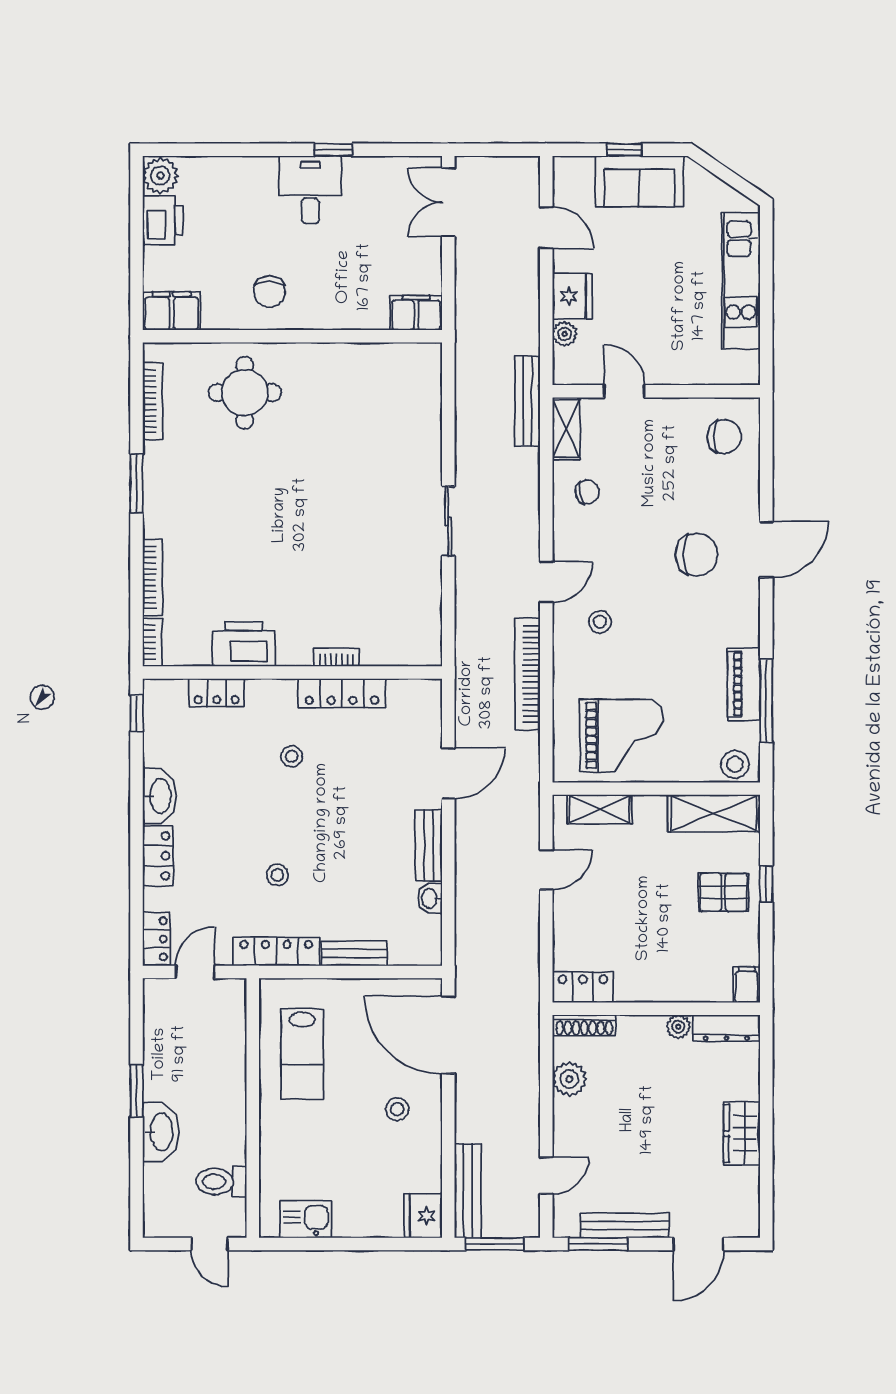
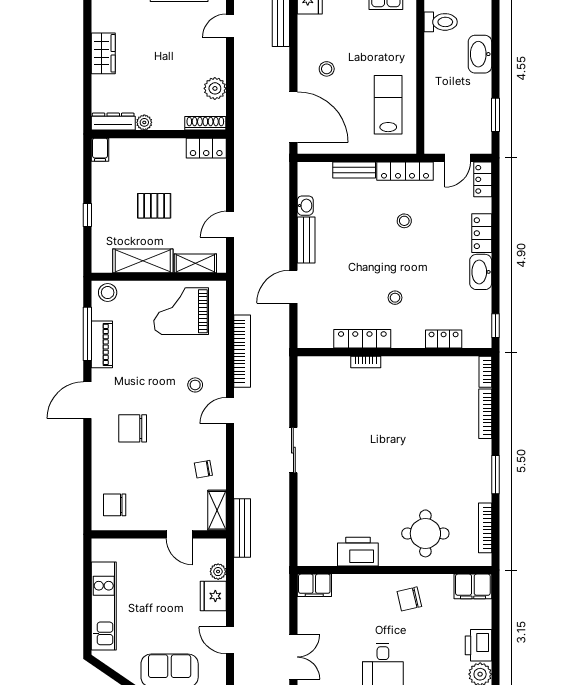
chair: (269, 292) -> (409, 599), turned -103
door: (766, 549) -> (87, 400), moved
printer: (244, 644) -> (358, 552), moved, turned 180
shelving: (714, 813) -> (143, 261), moved
pallet: (723, 892) -> (154, 206), moved
window: (137, 1091) -> (496, 115), moved

